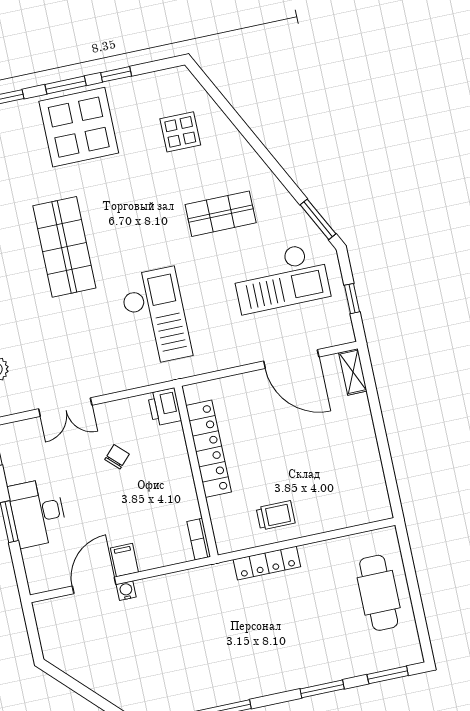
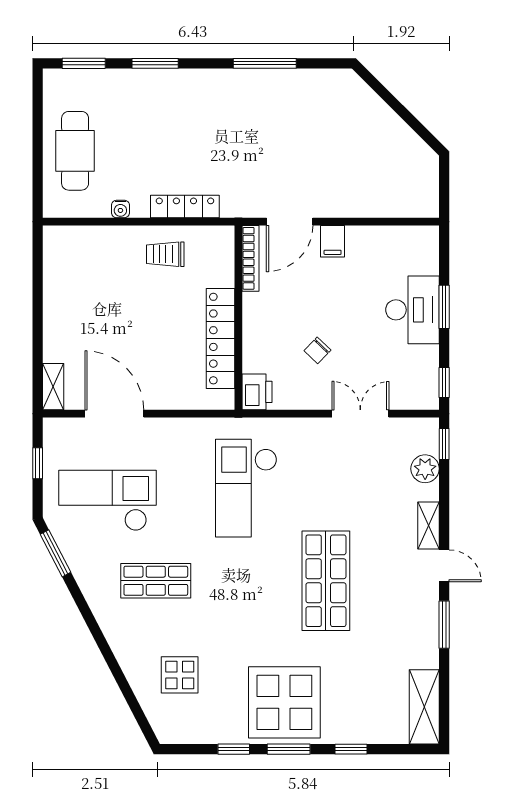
bookcase: (199, 539) -> (251, 258), width x1.56
door: (94, 585) -> (290, 222), moved
water cooler: (126, 591) -> (120, 209), moved

